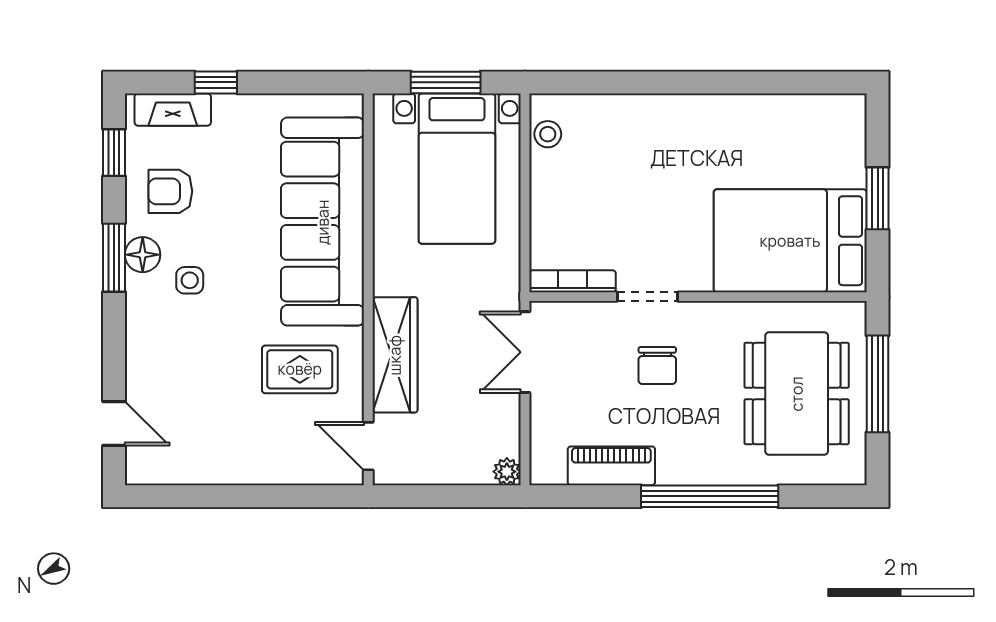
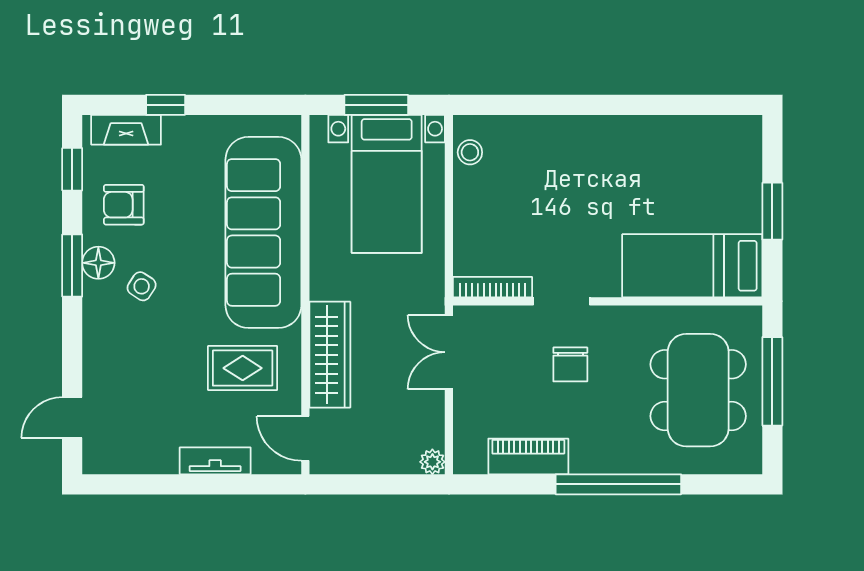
bed: (790, 241) -> (692, 266), width x0.67
side table: (190, 280) -> (142, 286), turned 33
door: (114, 423) -> (72, 418), swing flipped
tv unit: (270, 471) -> (215, 461), added

